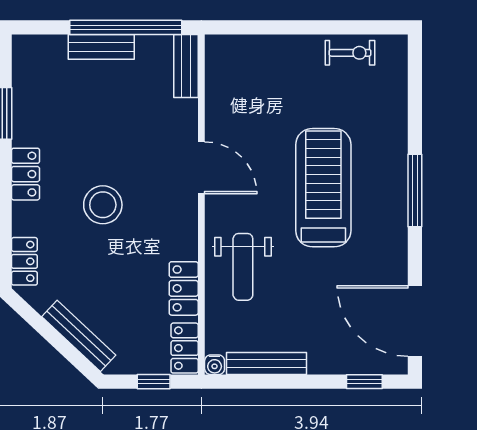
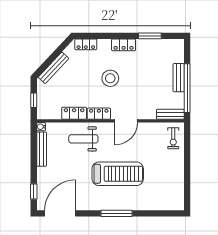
exercise bike: (350, 53) -> (173, 138), moved
locker: (185, 348) -> (99, 114), moved

